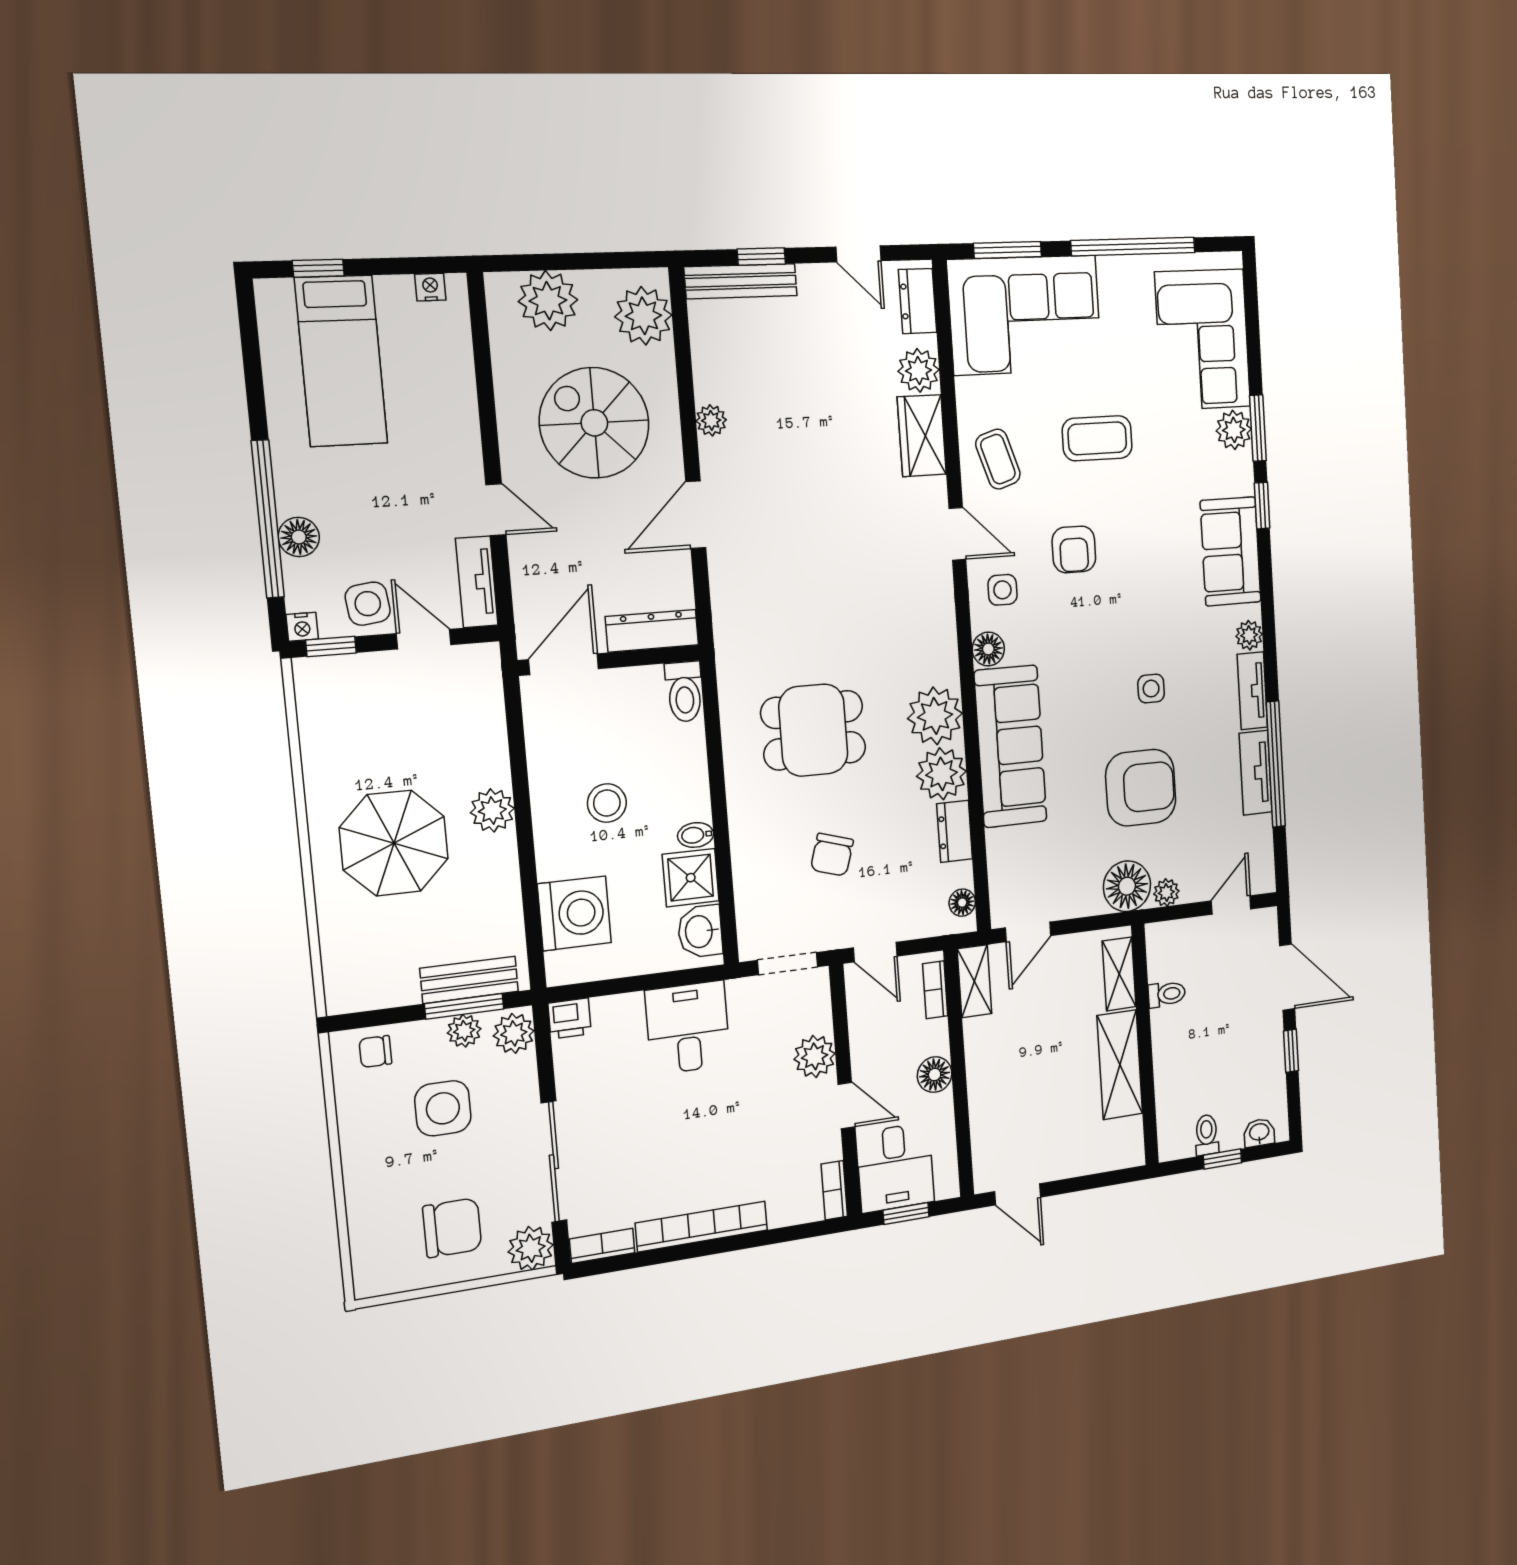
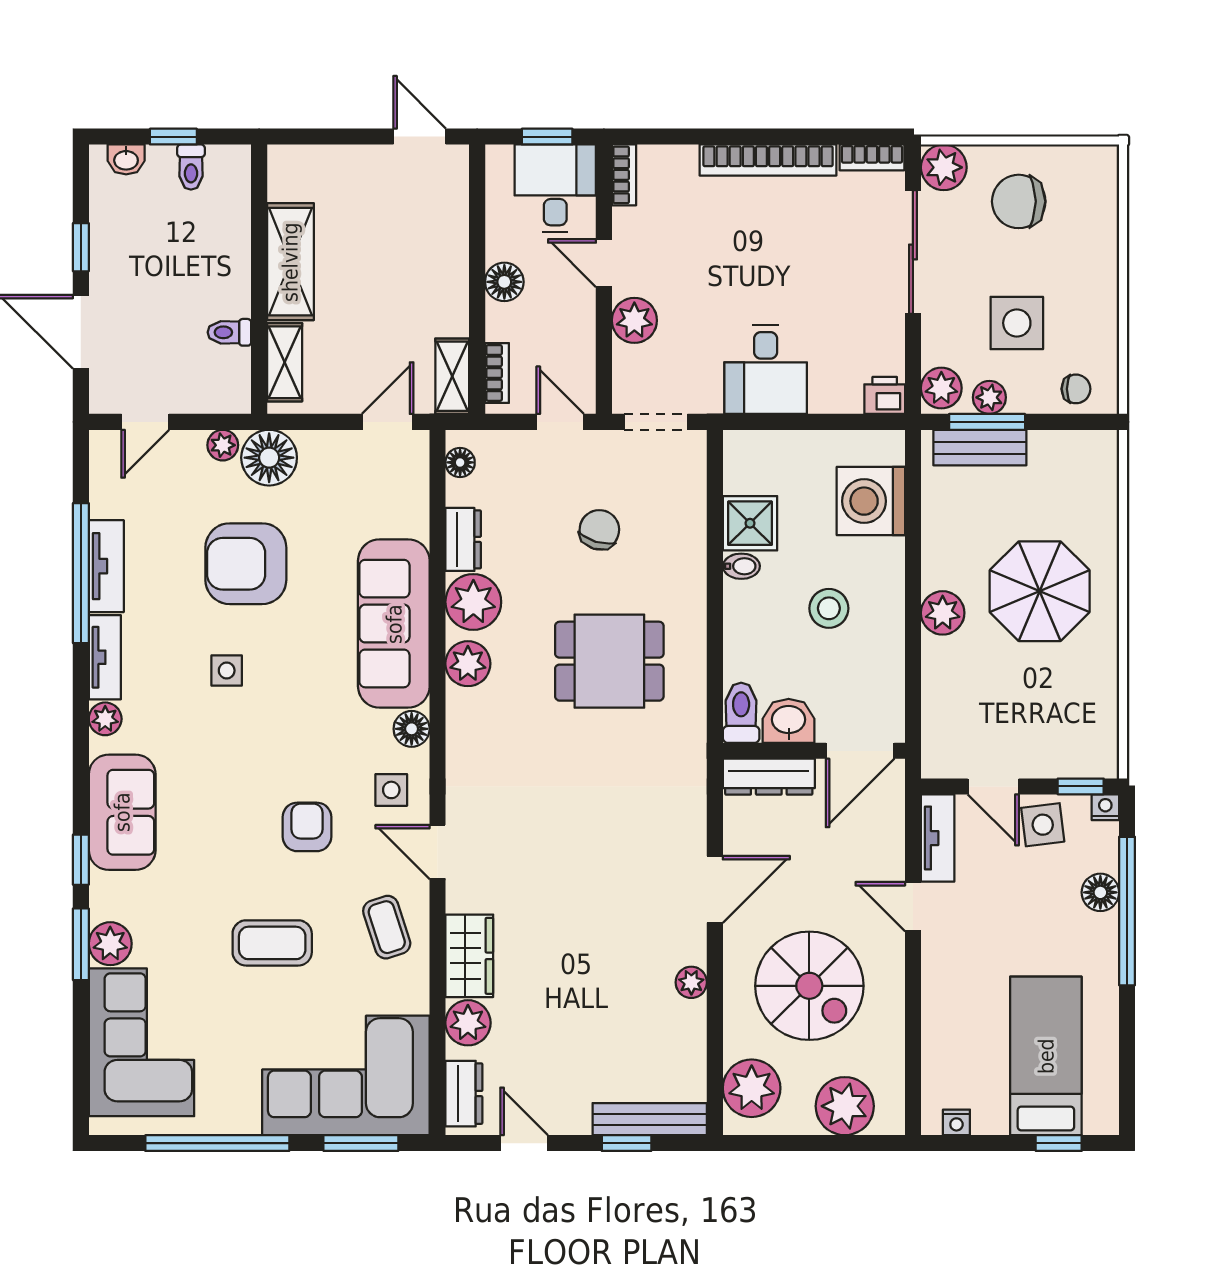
plant: (935, 716) -> (468, 664), width x0.73, depth x0.73
washbasin: (700, 931) -> (789, 721), moved, turned -90

